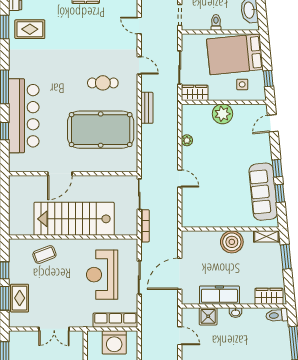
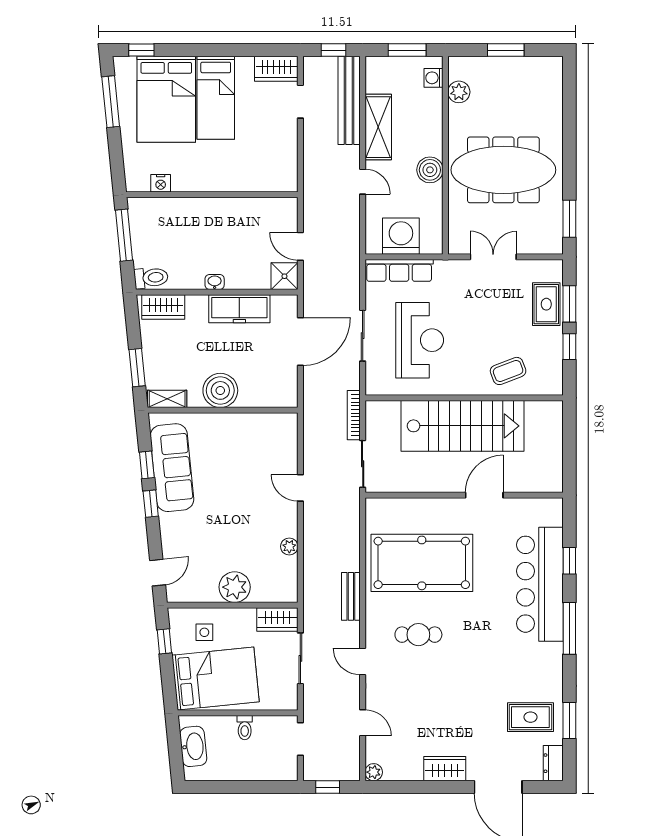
shower: (208, 316) -> (284, 276), moved

